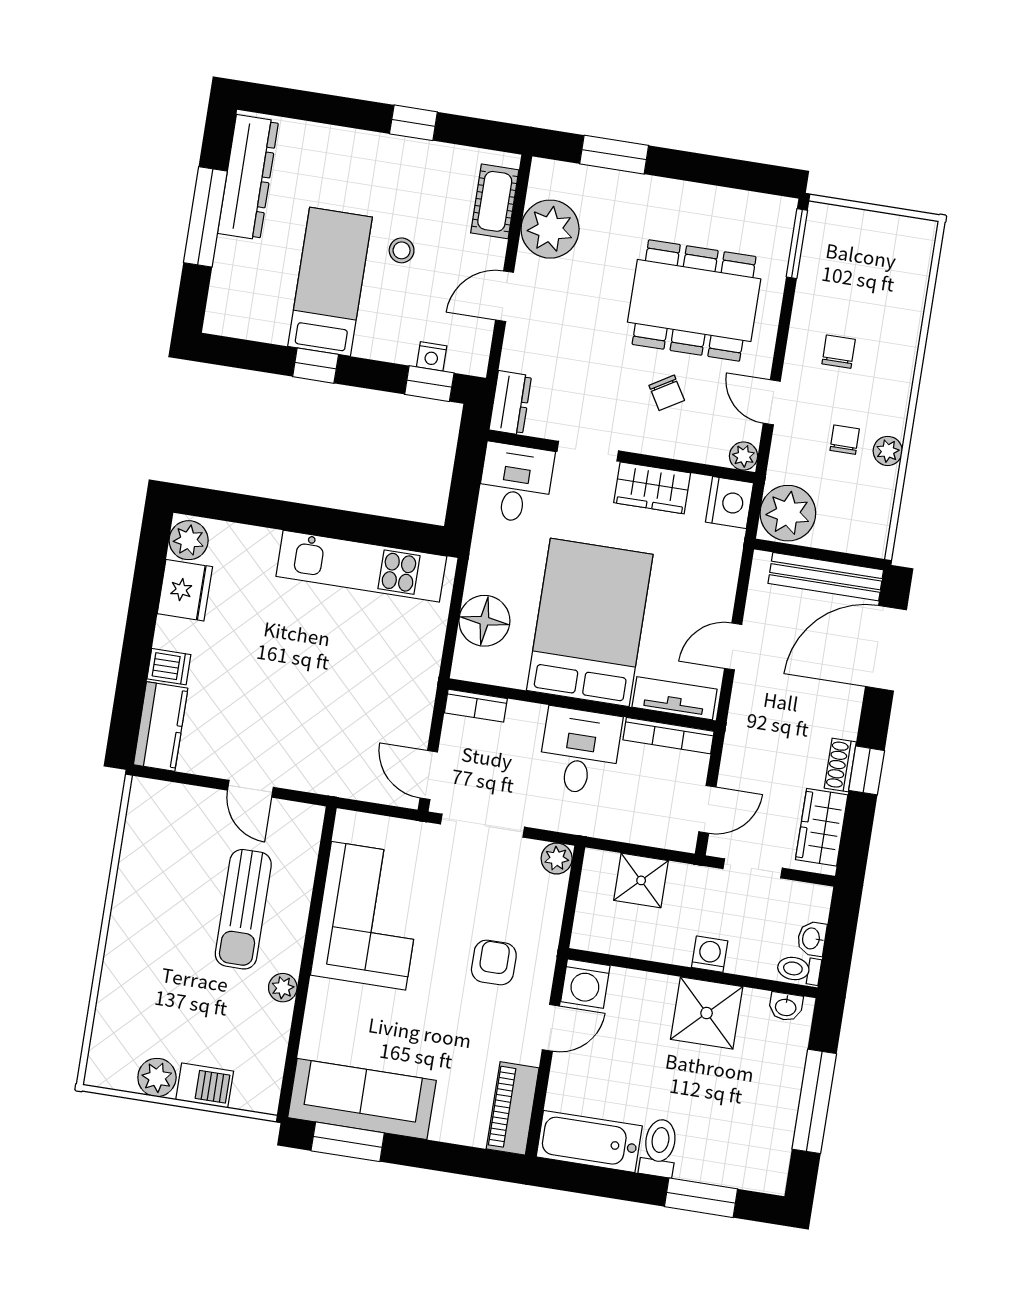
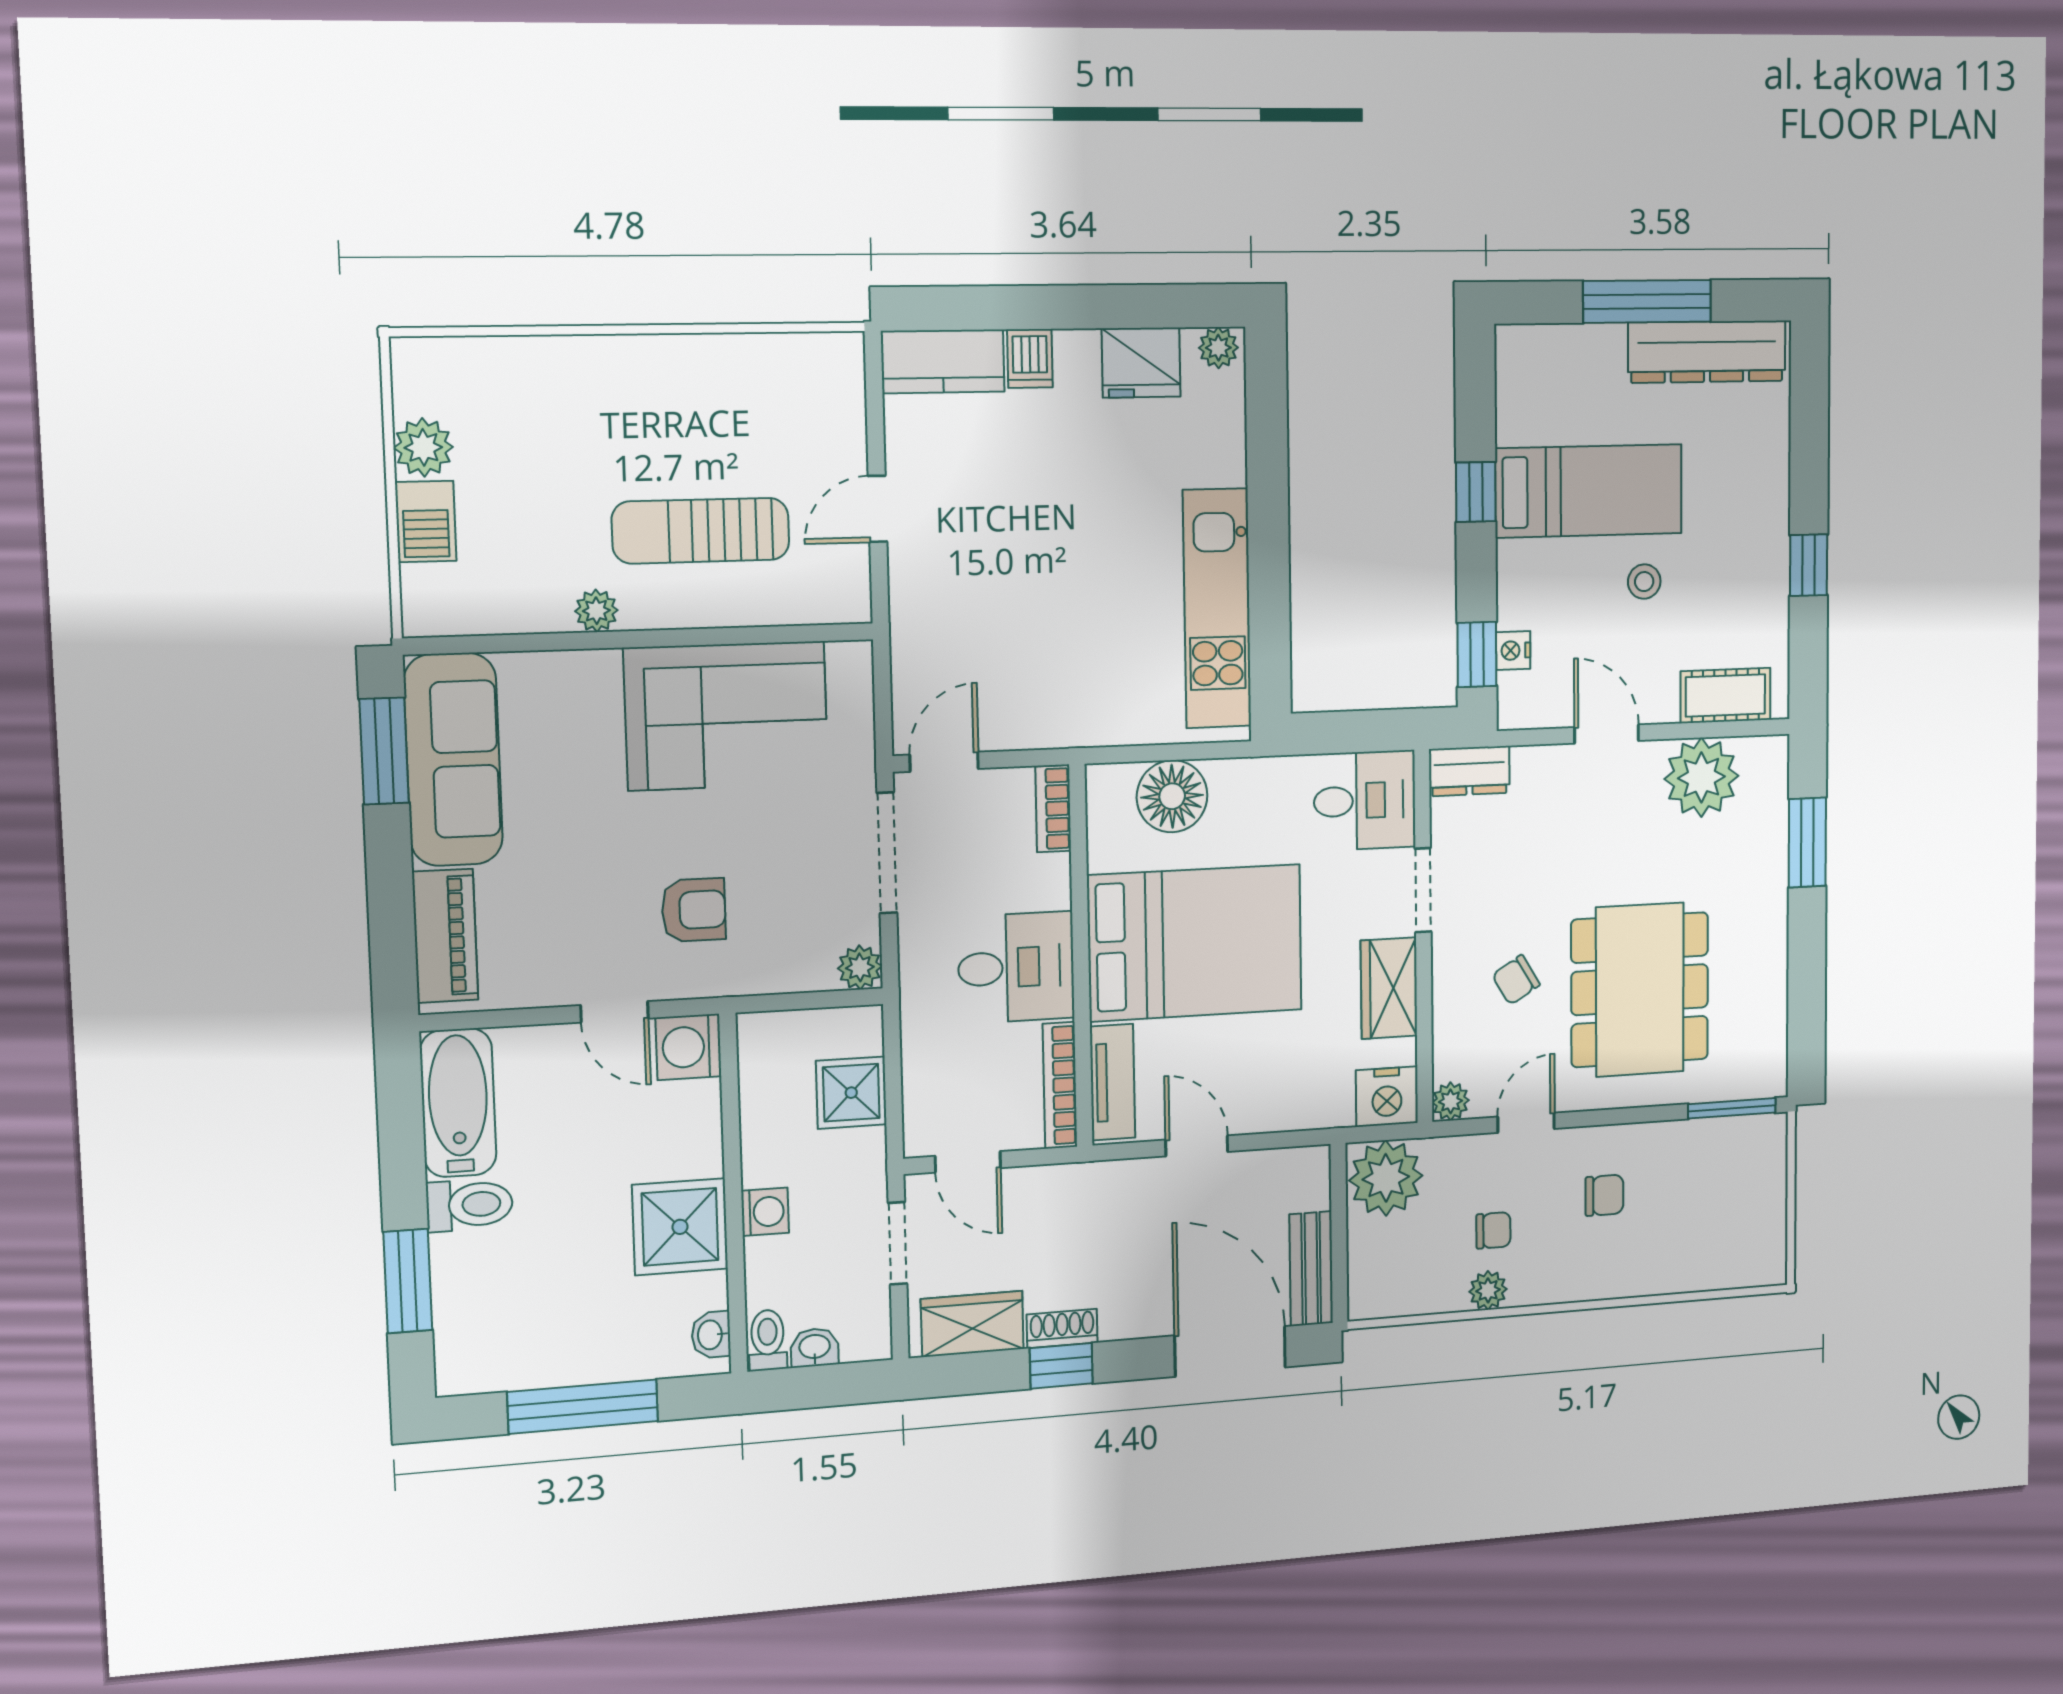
plant: (189, 540) -> (1218, 348), width x0.73, depth x0.73
bench: (826, 577) -> (1311, 1269), width x0.73
piano: (513, 1108) -> (445, 936), moved, turned 90

